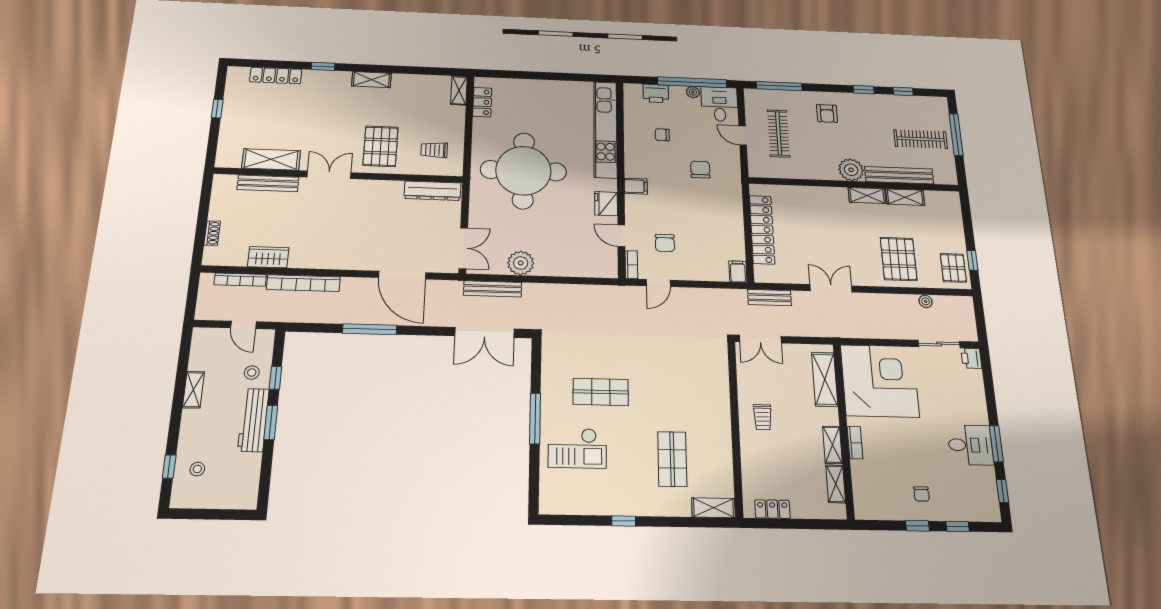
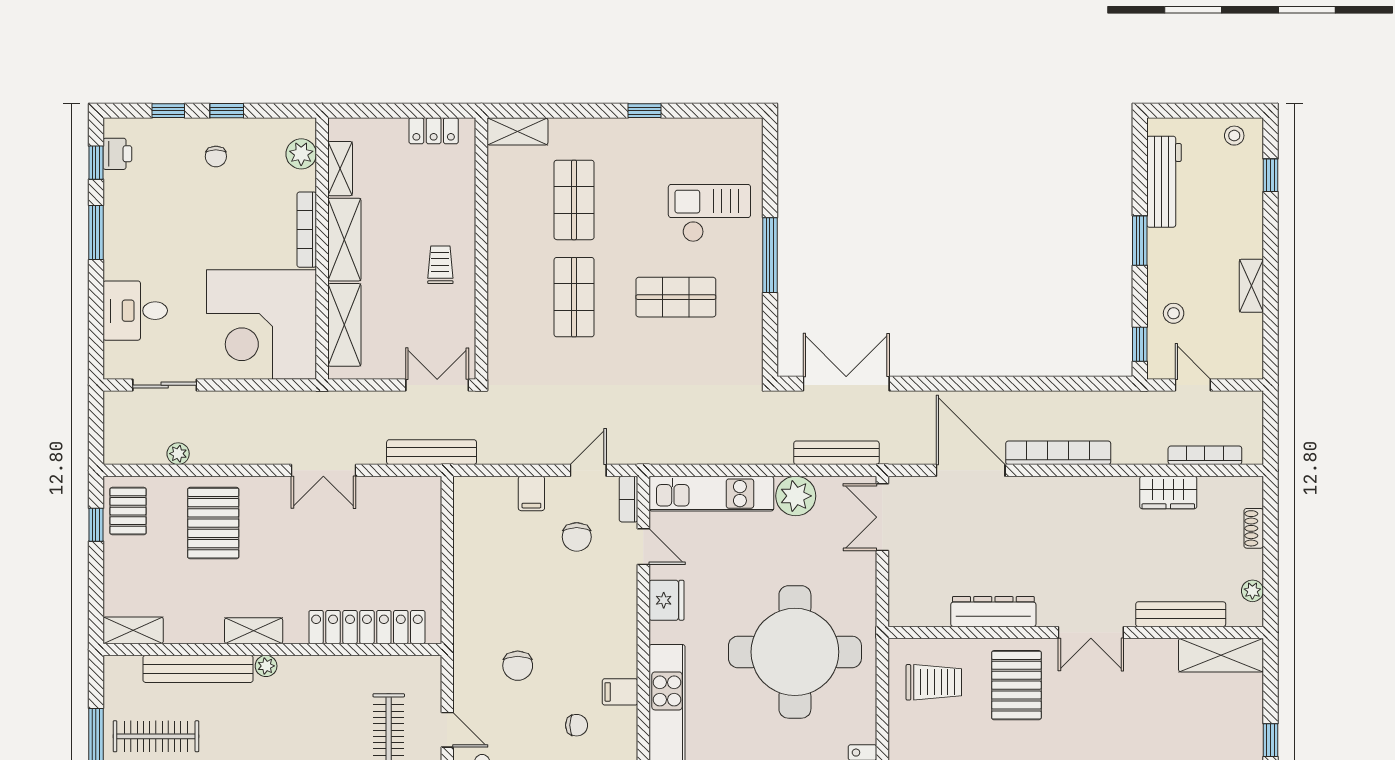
trolley: (434, 150) -> (934, 682), width x1.36, depth x1.39
shelving: (271, 159) -> (1221, 655), moved
plant: (851, 170) -> (266, 666), width x0.53, depth x0.53
filing cabinet: (636, 186) -> (620, 692), moved
dresser: (433, 191) -> (993, 612), moved
plant: (218, 195) -> (1252, 591), added
shelving: (905, 197) -> (133, 630), moved
locker: (762, 230) -> (367, 627), moved, turned 90
chair: (665, 243) -> (577, 537), turned 180
kitchen unit: (577, 266) -> (711, 494), added
filing cabinet: (738, 271) -> (531, 493), moved
bookcase: (303, 283) -> (1058, 453), moved
bench: (769, 298) -> (432, 452), width x1.36
window: (370, 329) -> (1013, 384), removed
printer: (971, 358) -> (117, 154), moved
window: (275, 378) -> (1140, 344), moved
shop shelf: (671, 394) -> (574, 297), added
workbench: (253, 420) -> (1164, 182), moved
bookcase: (855, 443) -> (307, 230), width x1.56
shelving: (832, 445) -> (344, 240), width x1.50, depth x1.33
desk: (970, 445) -> (135, 311), moved
stool: (197, 469) -> (1234, 136), moved
chair: (922, 494) -> (216, 156), turned 180
plant: (863, 495) -> (301, 154), added

